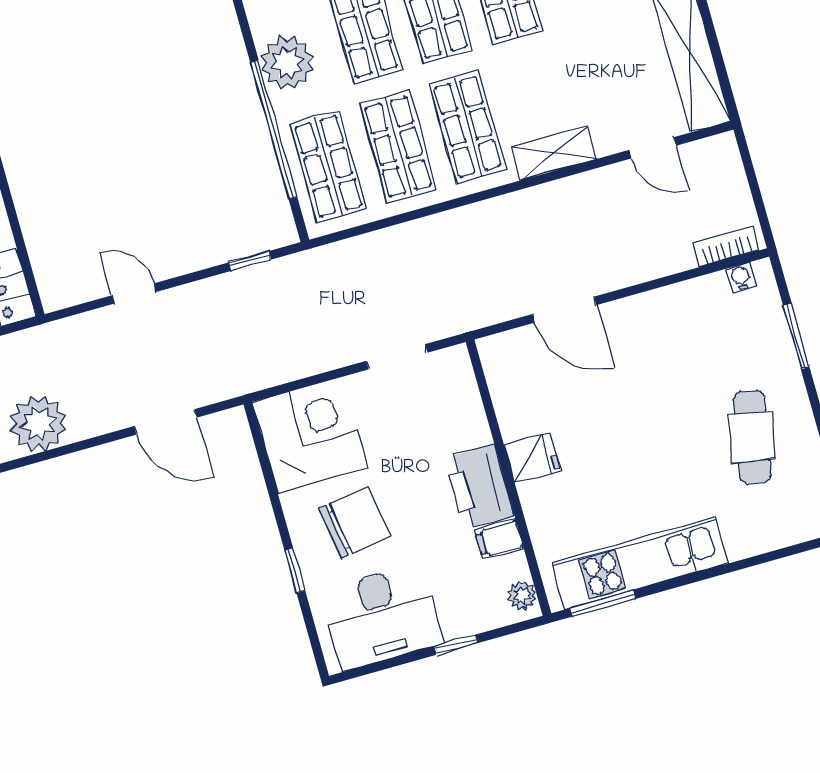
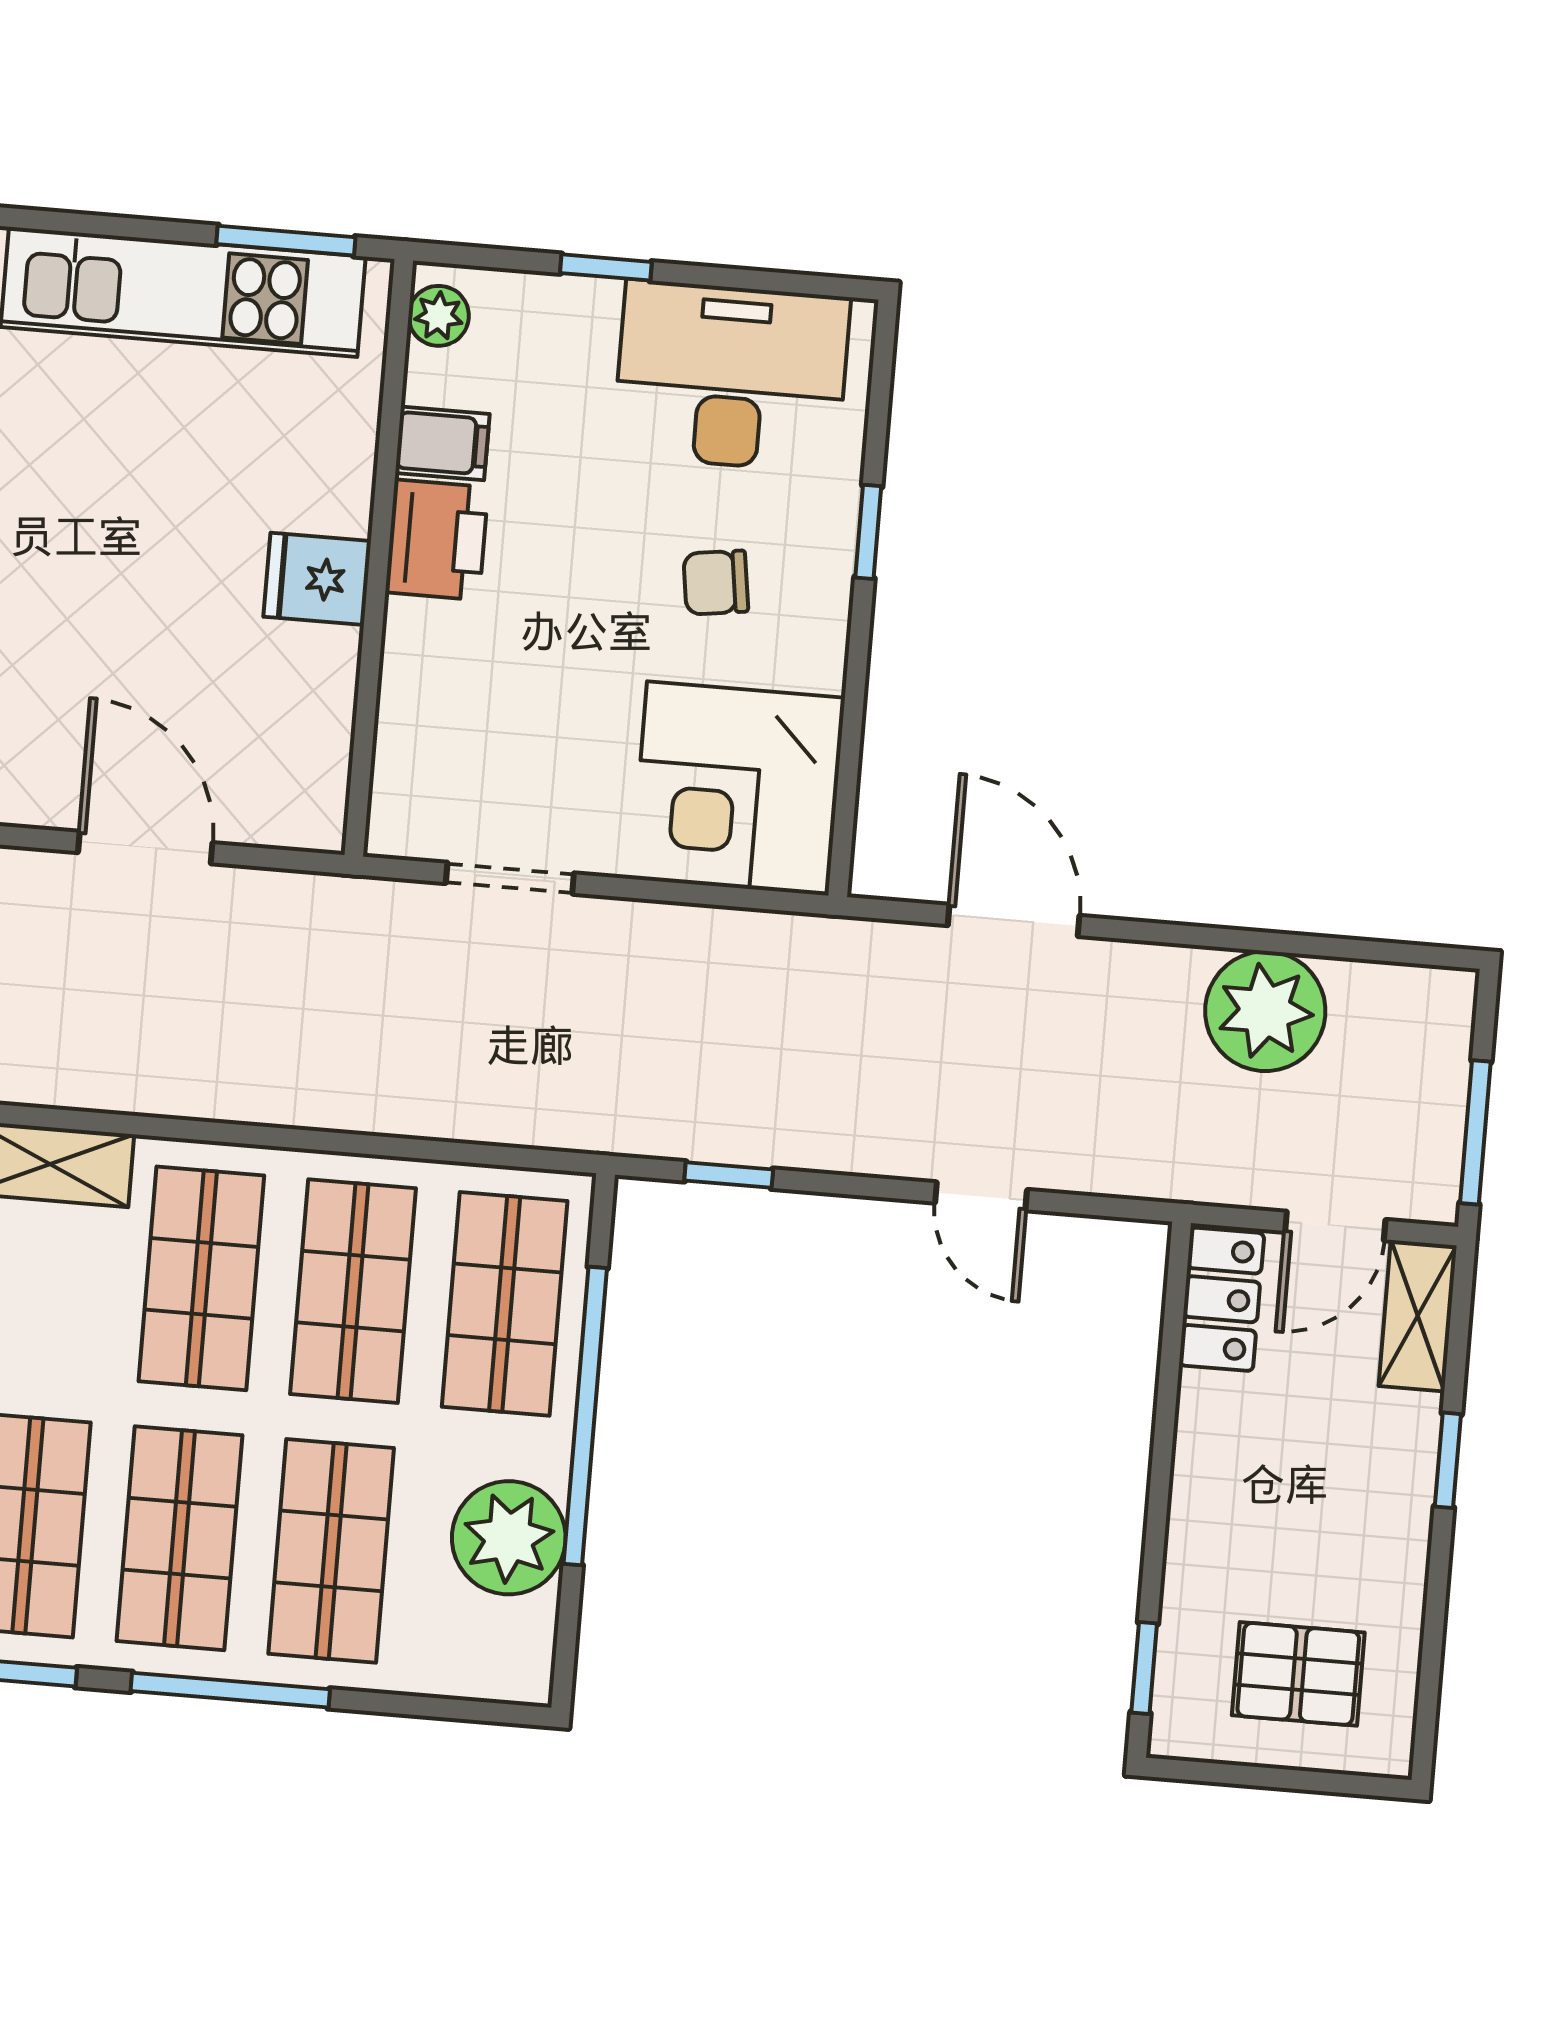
printer: (479, 487) -> (437, 540), width x0.73, depth x0.84
chair: (354, 523) -> (716, 583), width x0.54, depth x0.54

